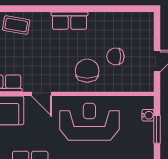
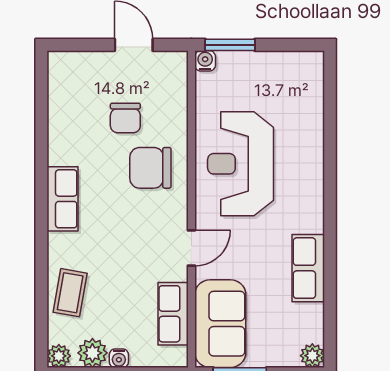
water cooler: (148, 115) -> (205, 61), moved
window: (157, 129) -> (230, 45), moved

